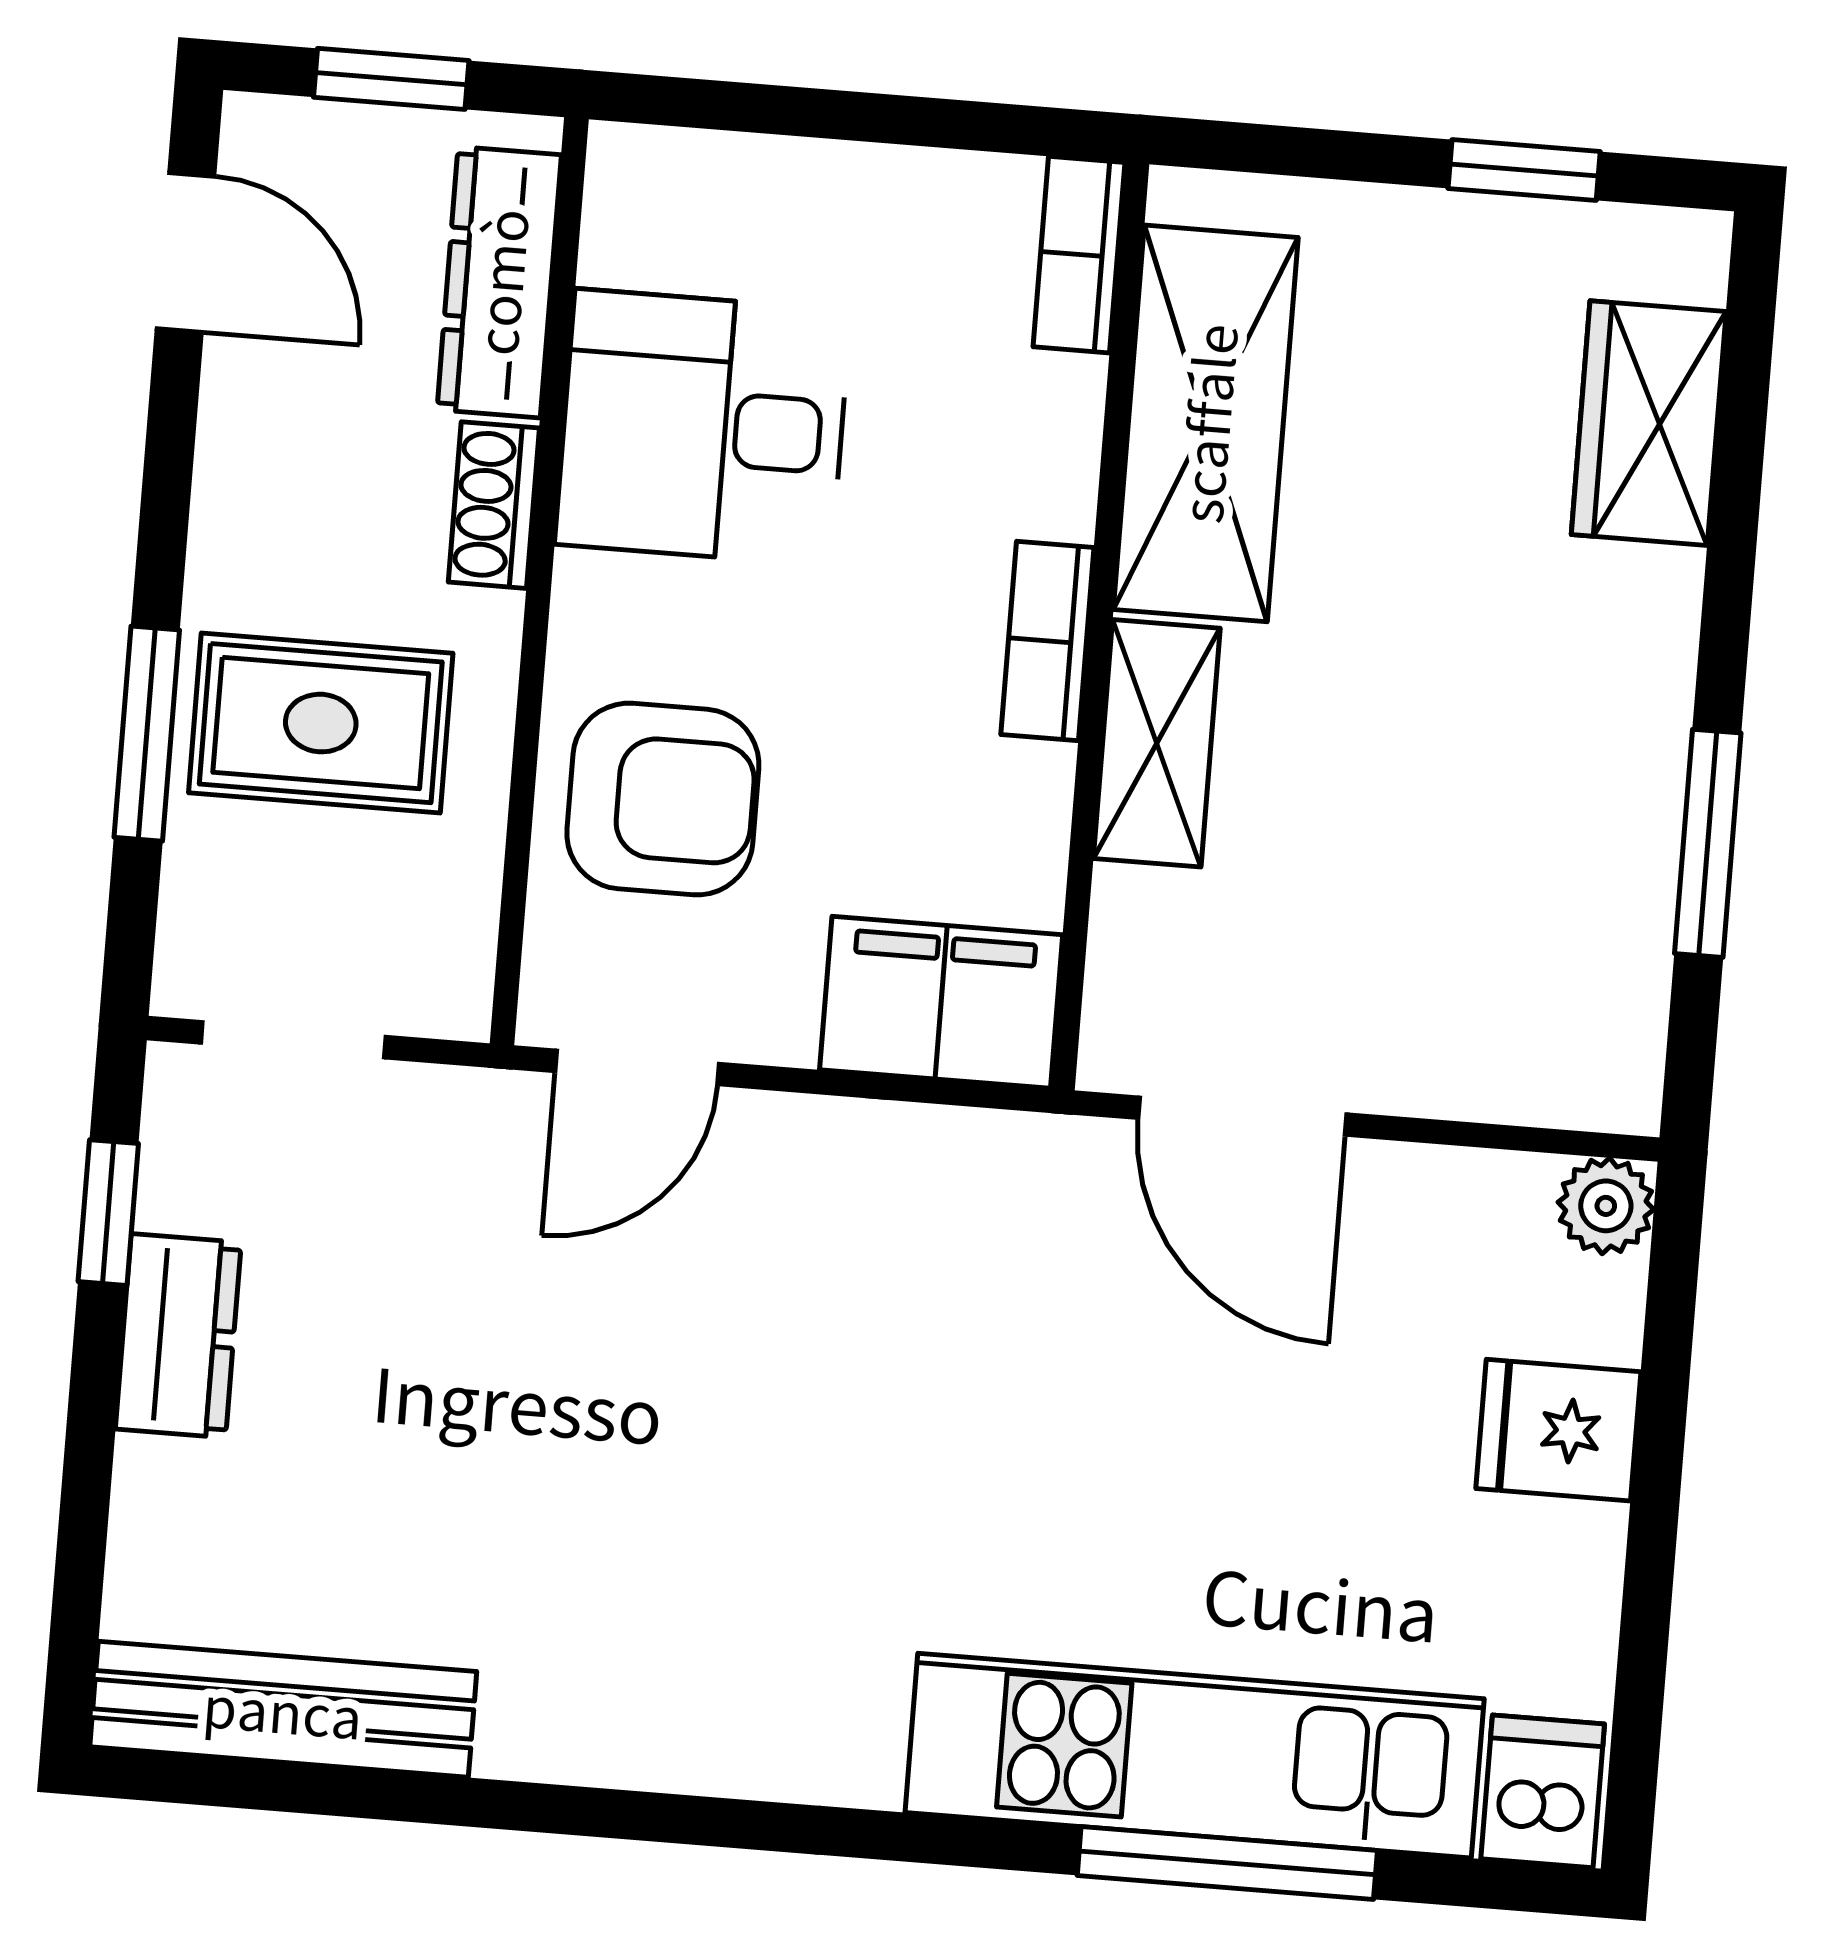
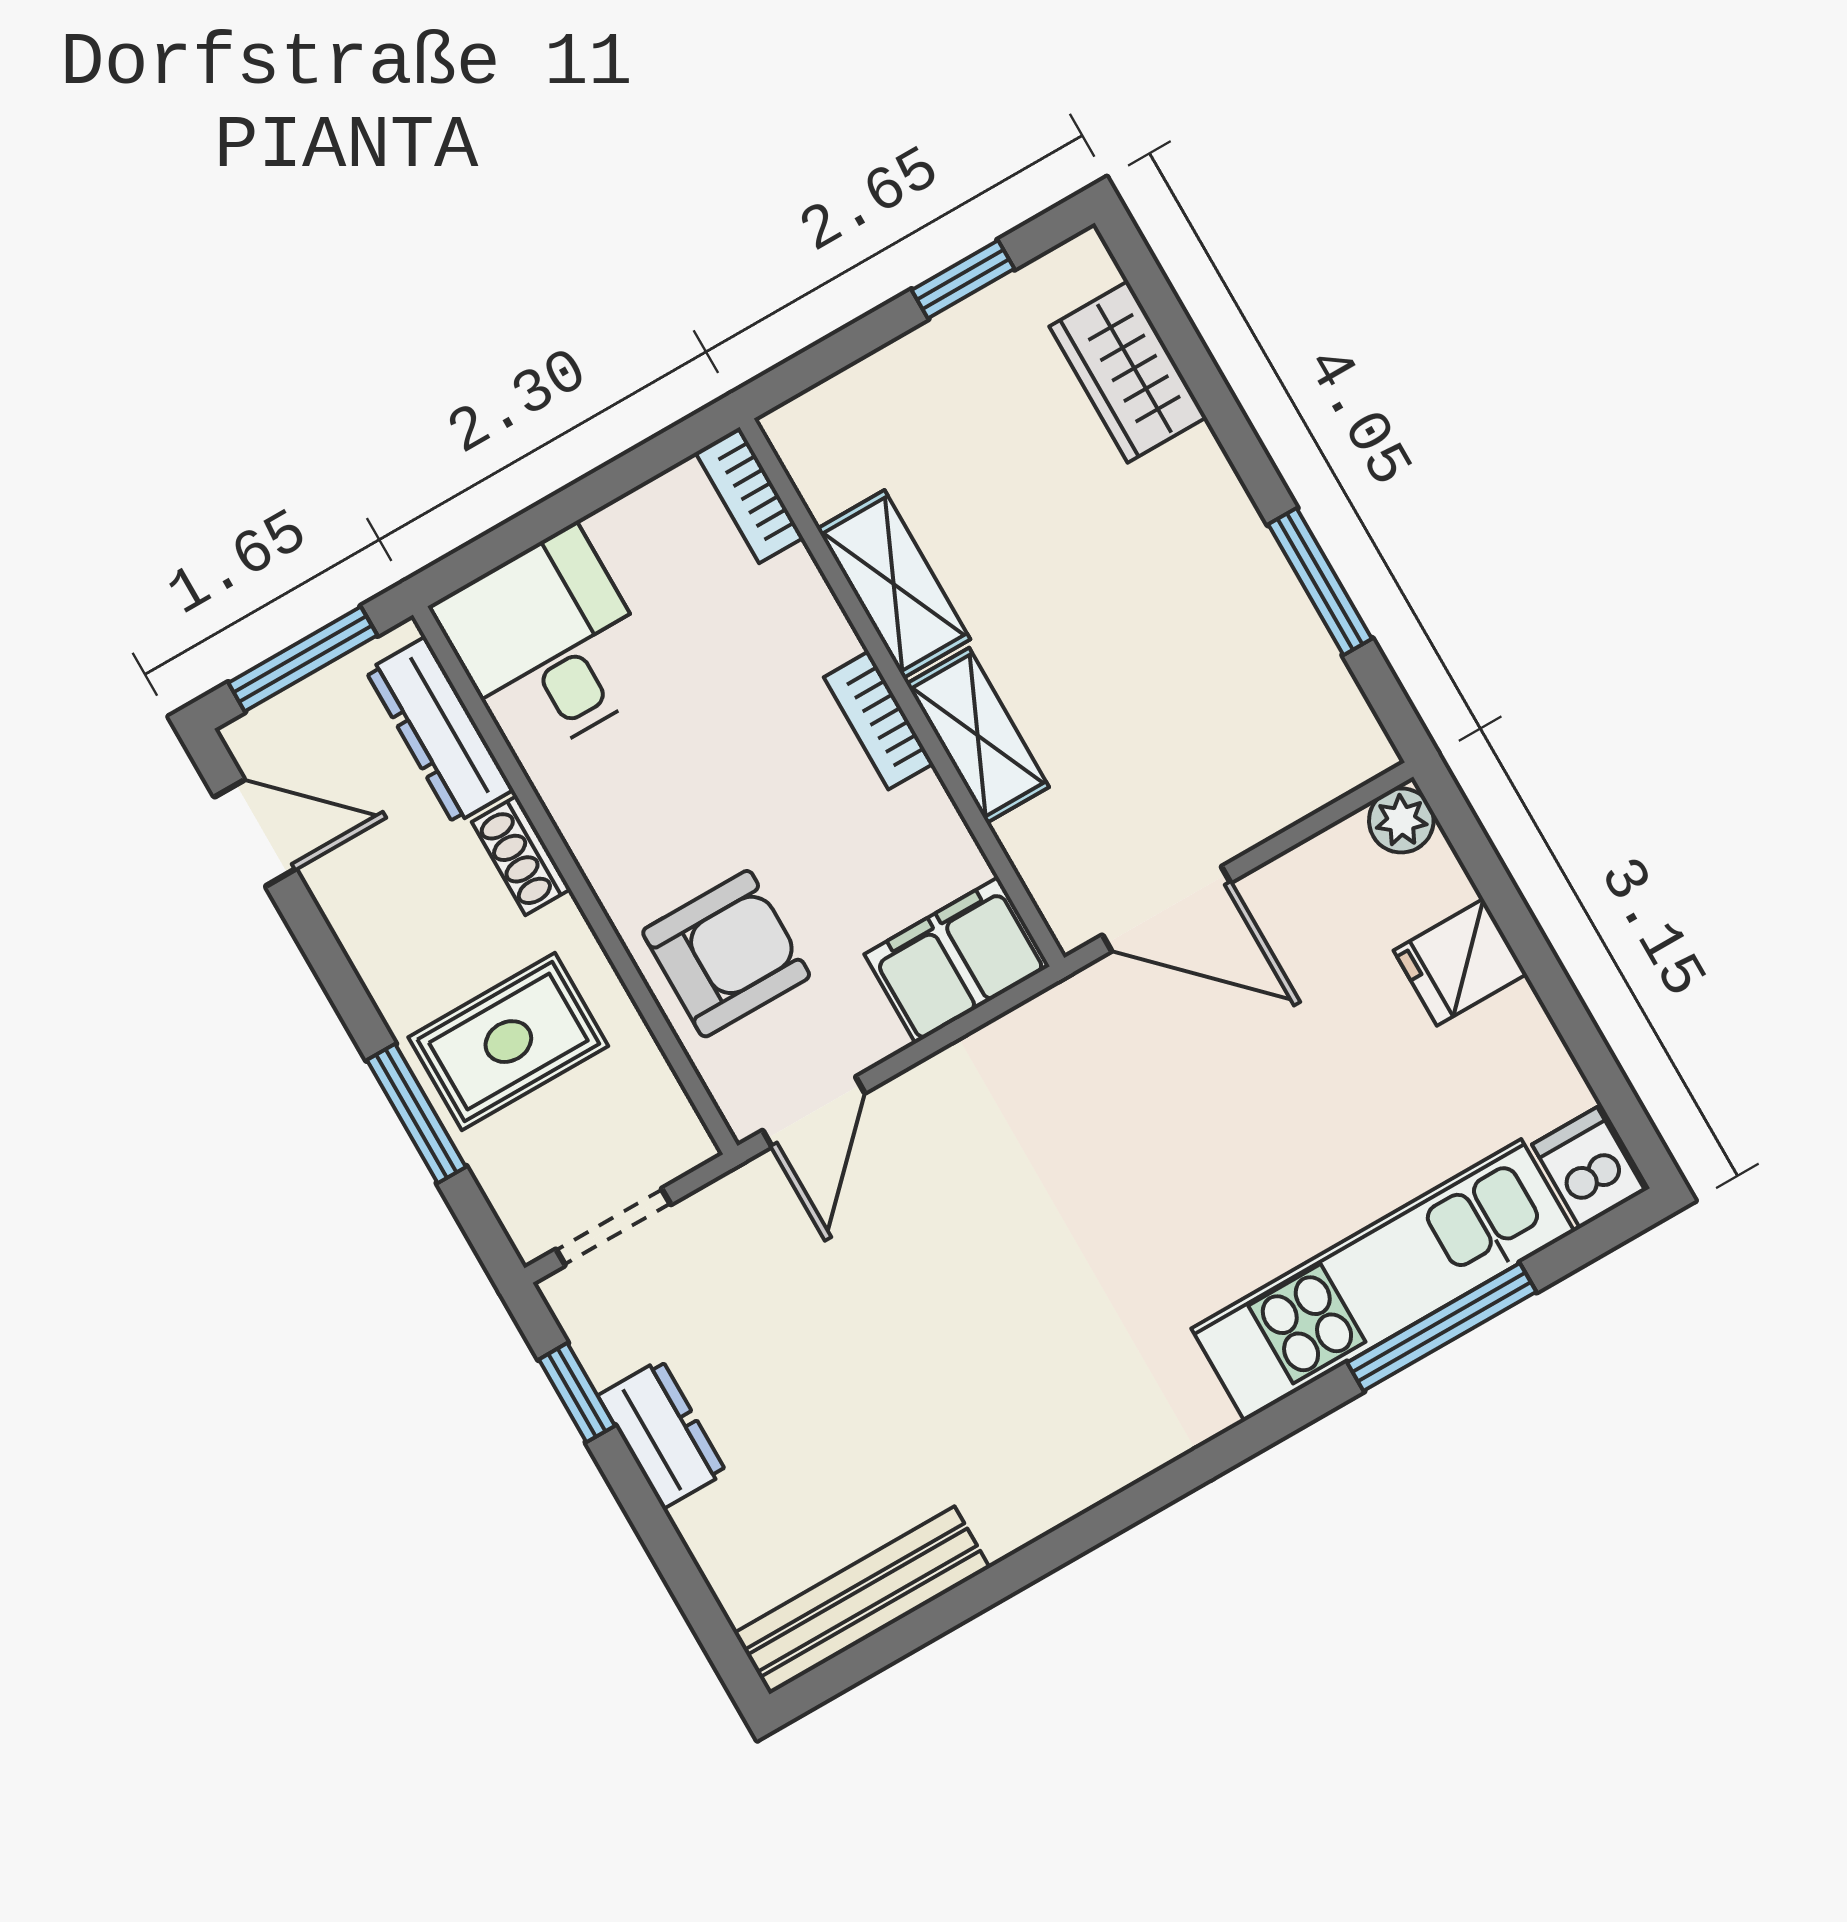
window: (391, 79) -> (303, 659), width x1.50
shelving: (1206, 423) -> (894, 584), width x0.67, depth x0.75
desk: (703, 427) -> (548, 644), moved, turned 90

